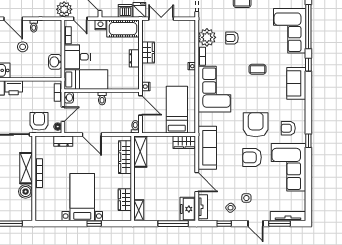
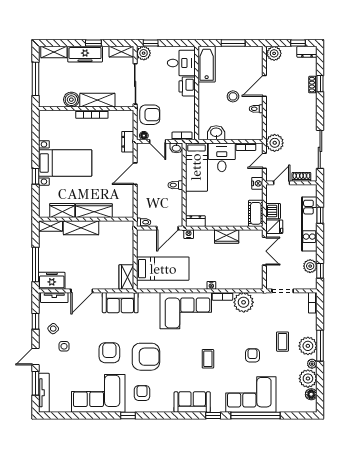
cot: (123, 29) -> (256, 213), width x0.73, depth x0.75
armchair: (232, 38) -> (252, 355), moved
dresser: (134, 58) -> (195, 221), moved
sofa: (207, 148) -> (120, 303), width x0.73
shelving: (140, 152) -> (81, 228), moved
wardrobe: (125, 157) -> (94, 211), moved

